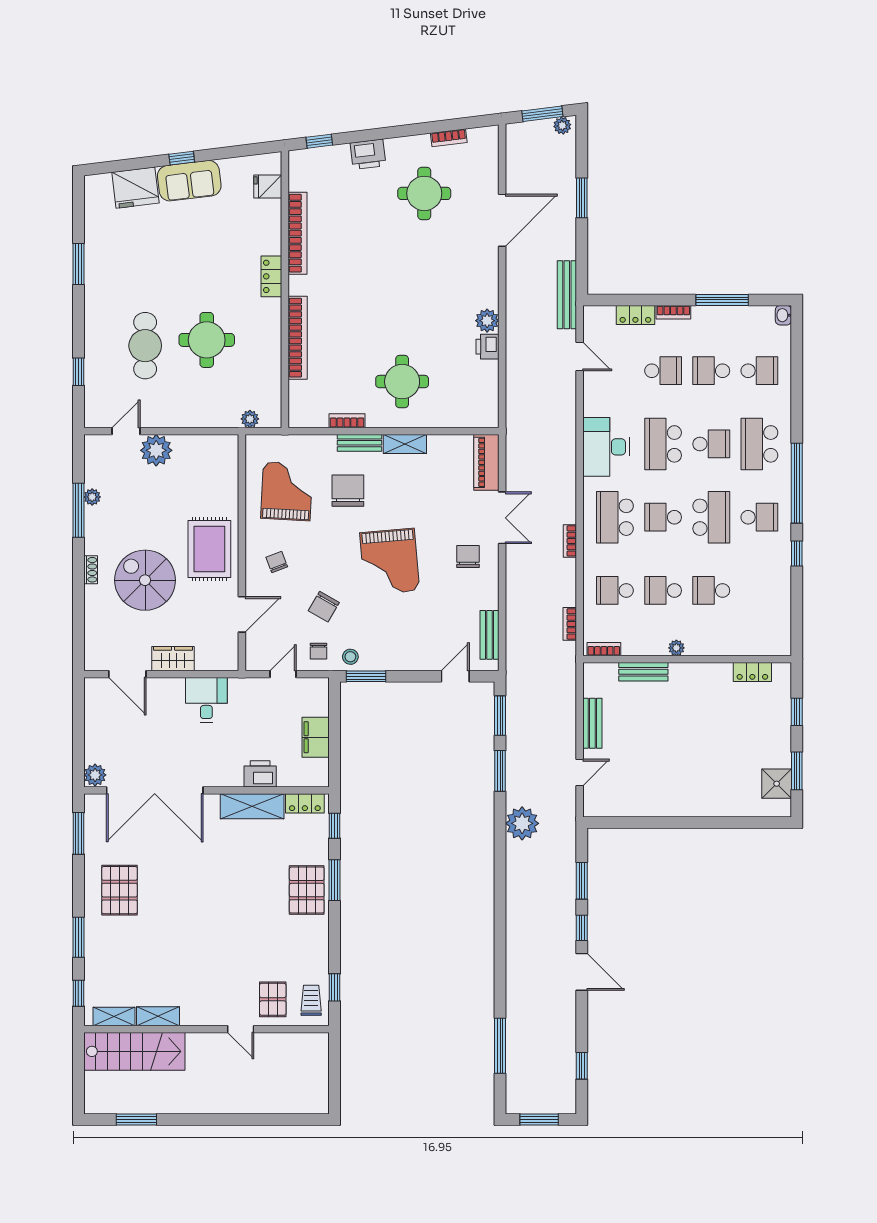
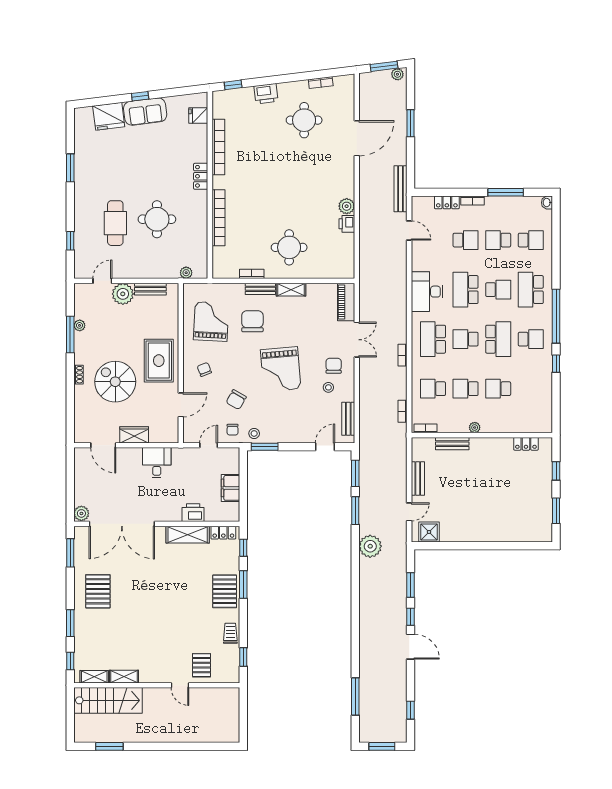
bench: (197, 443) -> (150, 289), added
stool: (460, 589) -> (328, 387), added
shower: (777, 784) -> (429, 532), moved
trolley: (311, 1000) -> (230, 633), moved

